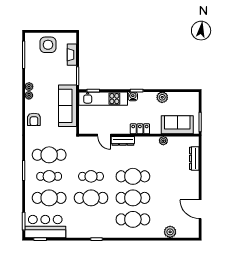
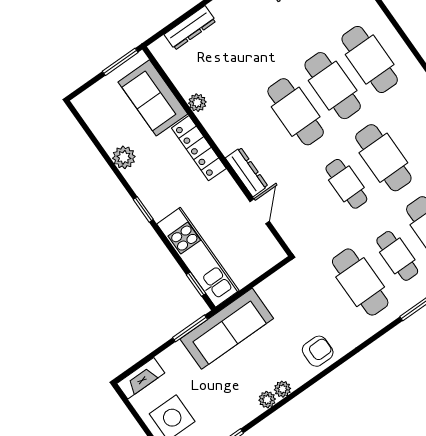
fireplace: (72, 55) -> (141, 378), moved
water cooler: (133, 96) -> (158, 209), removed
sofa: (68, 106) -> (227, 329), moved
locker: (140, 129) -> (199, 148), width x1.53

